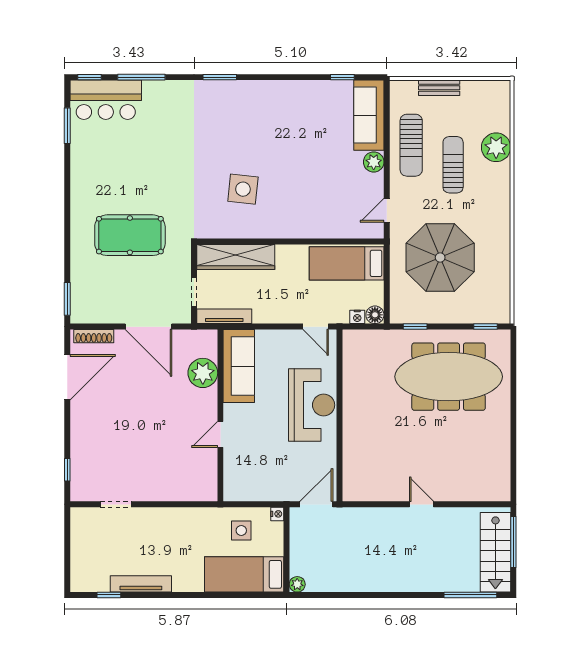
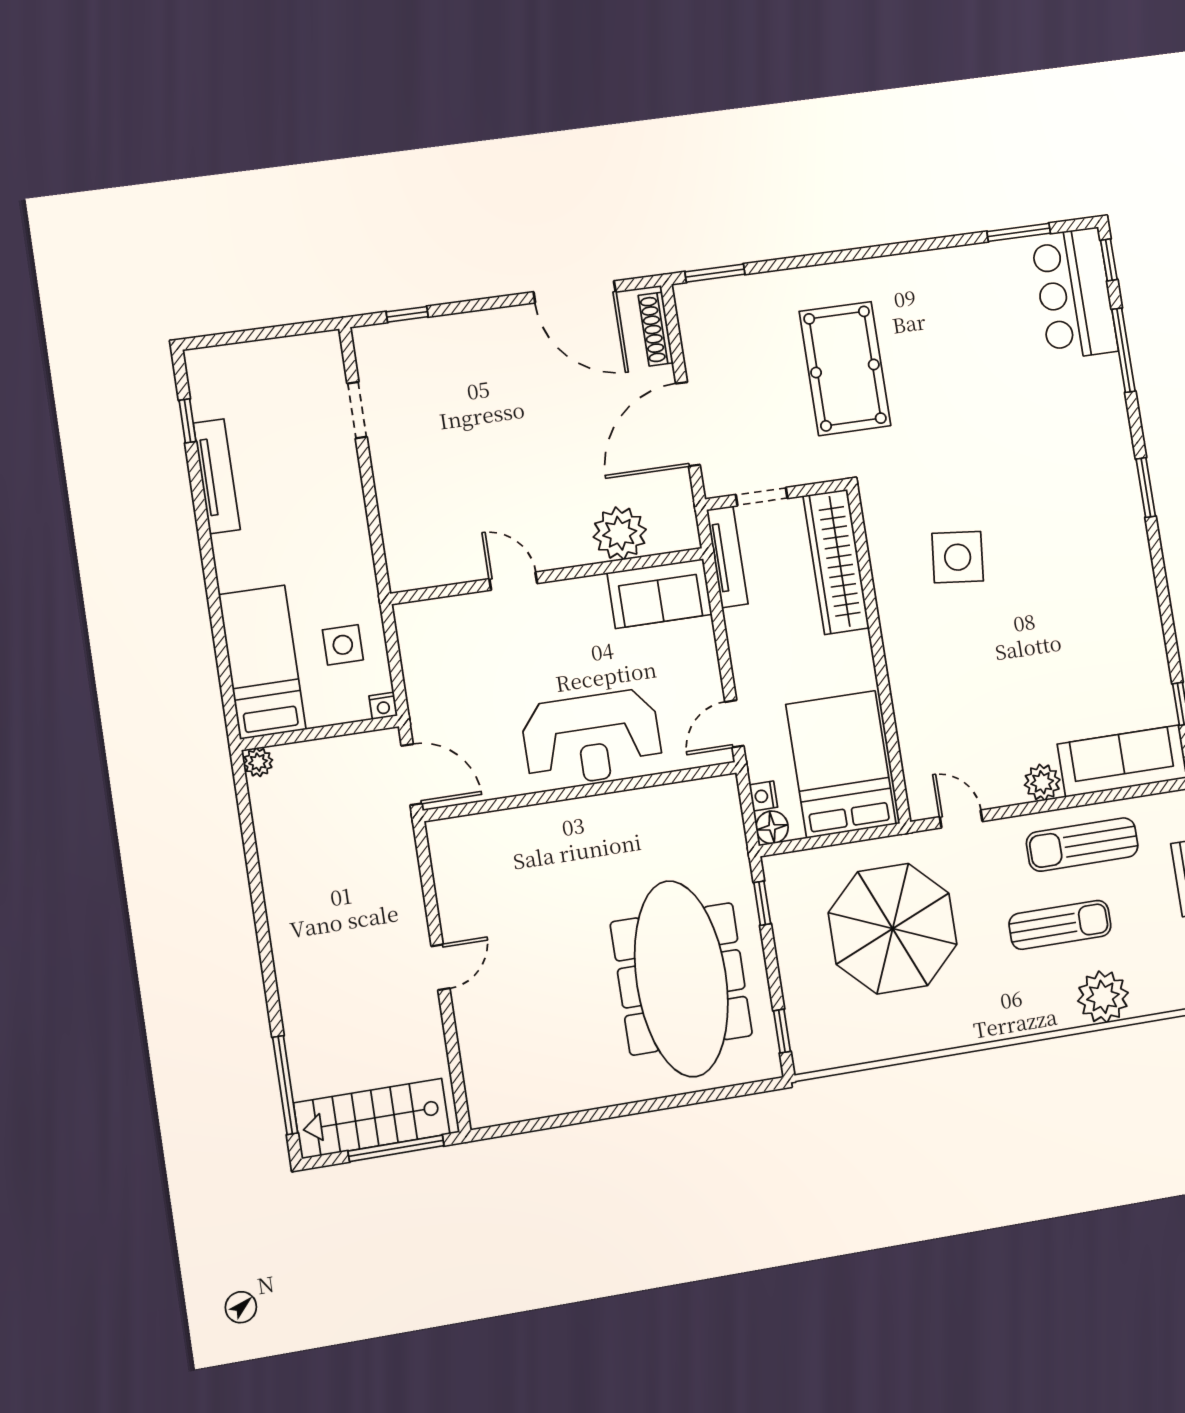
bed: (347, 263) -> (841, 764), width x1.50
sofa: (239, 366) -> (660, 594), width x0.73

